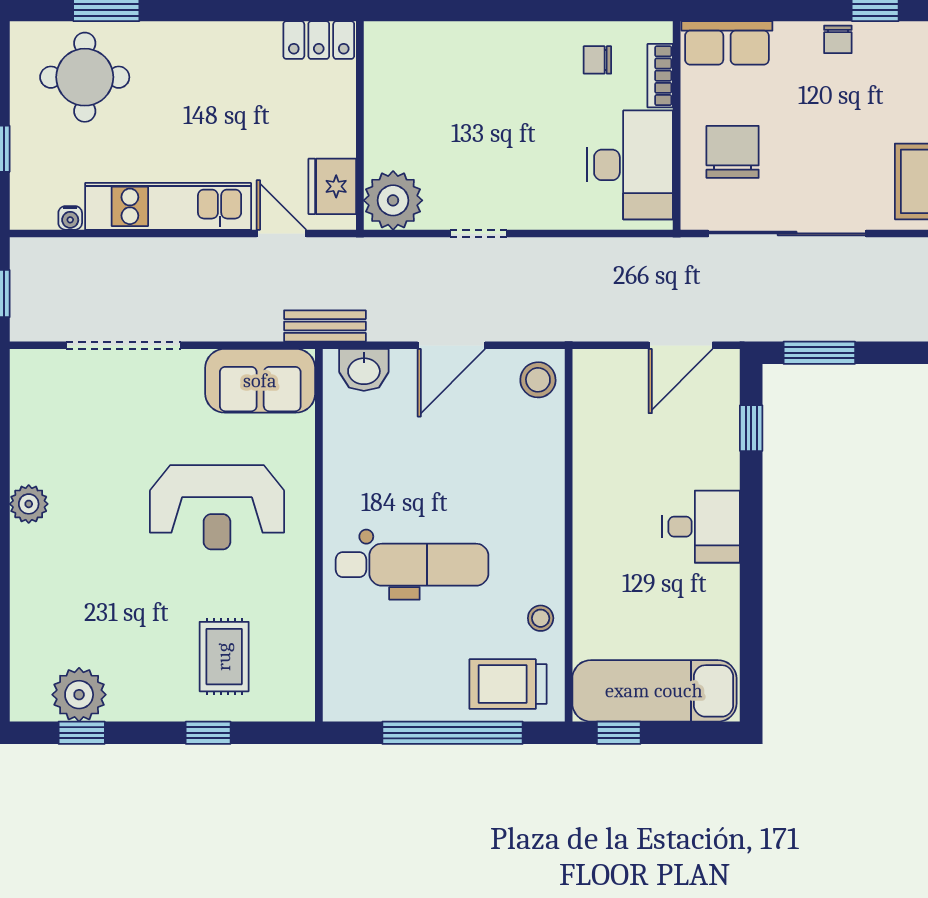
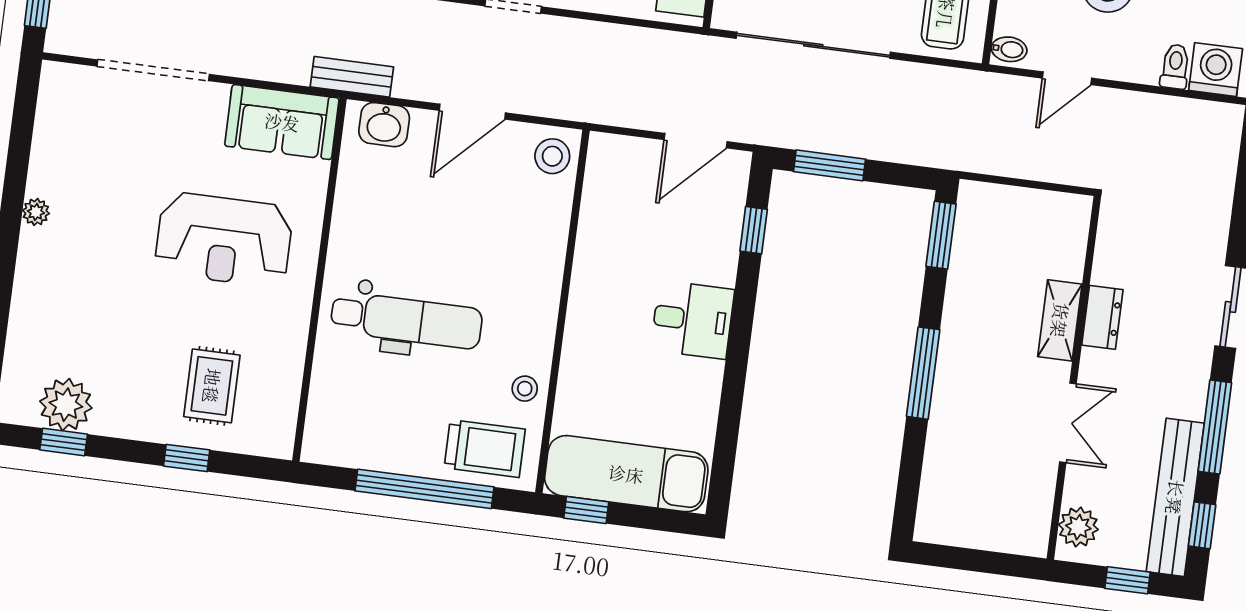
plant: (29, 504) -> (36, 212), width x0.73, depth x0.73
trolley: (508, 684) -> (485, 449), turned 180

